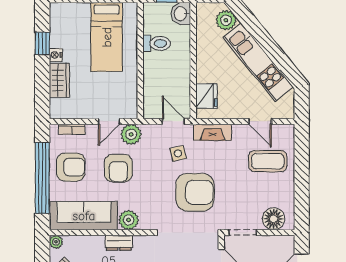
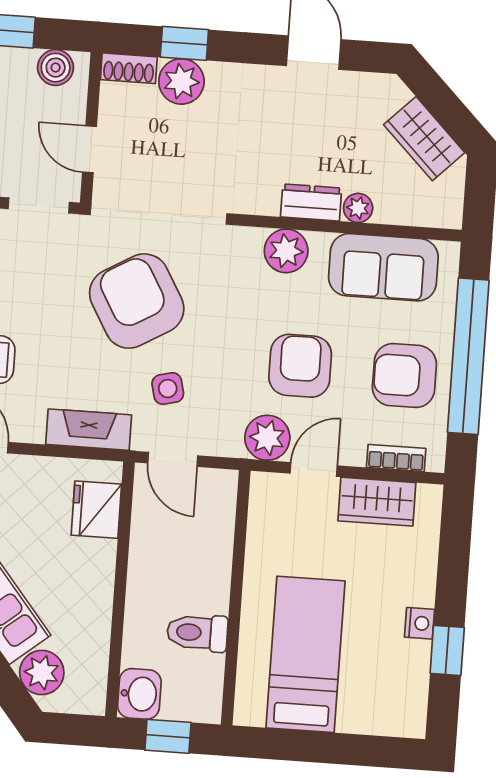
wardrobe: (59, 80) -> (377, 502), moved, turned -90
armchair: (195, 192) -> (137, 301), turned 60
sofa: (84, 216) -> (383, 267), width x0.73
plant: (56, 242) -> (358, 208), moved

